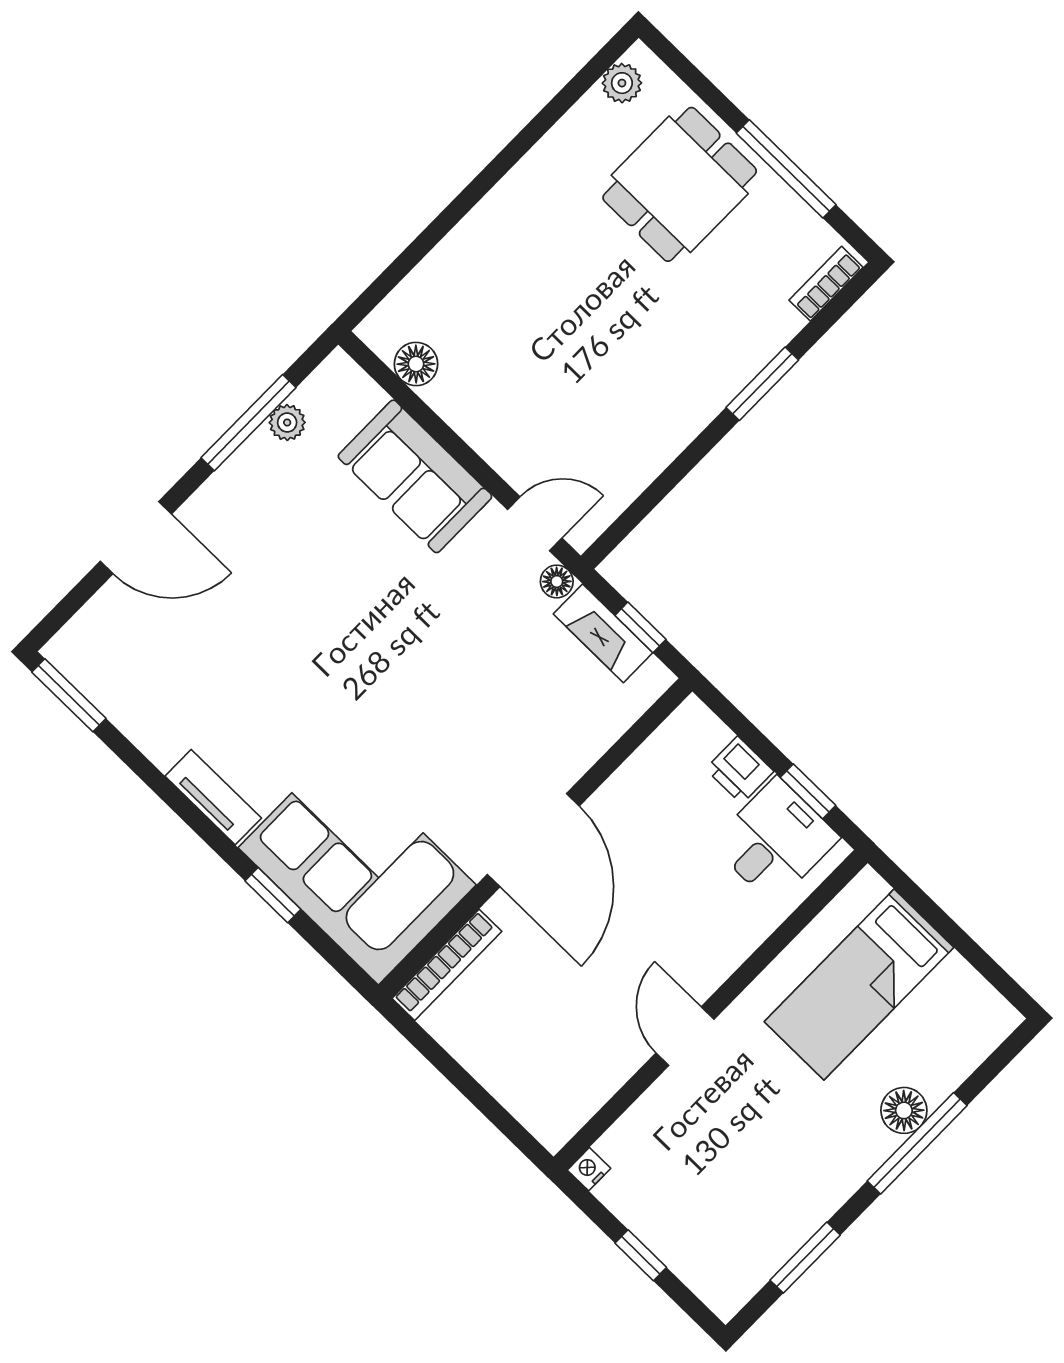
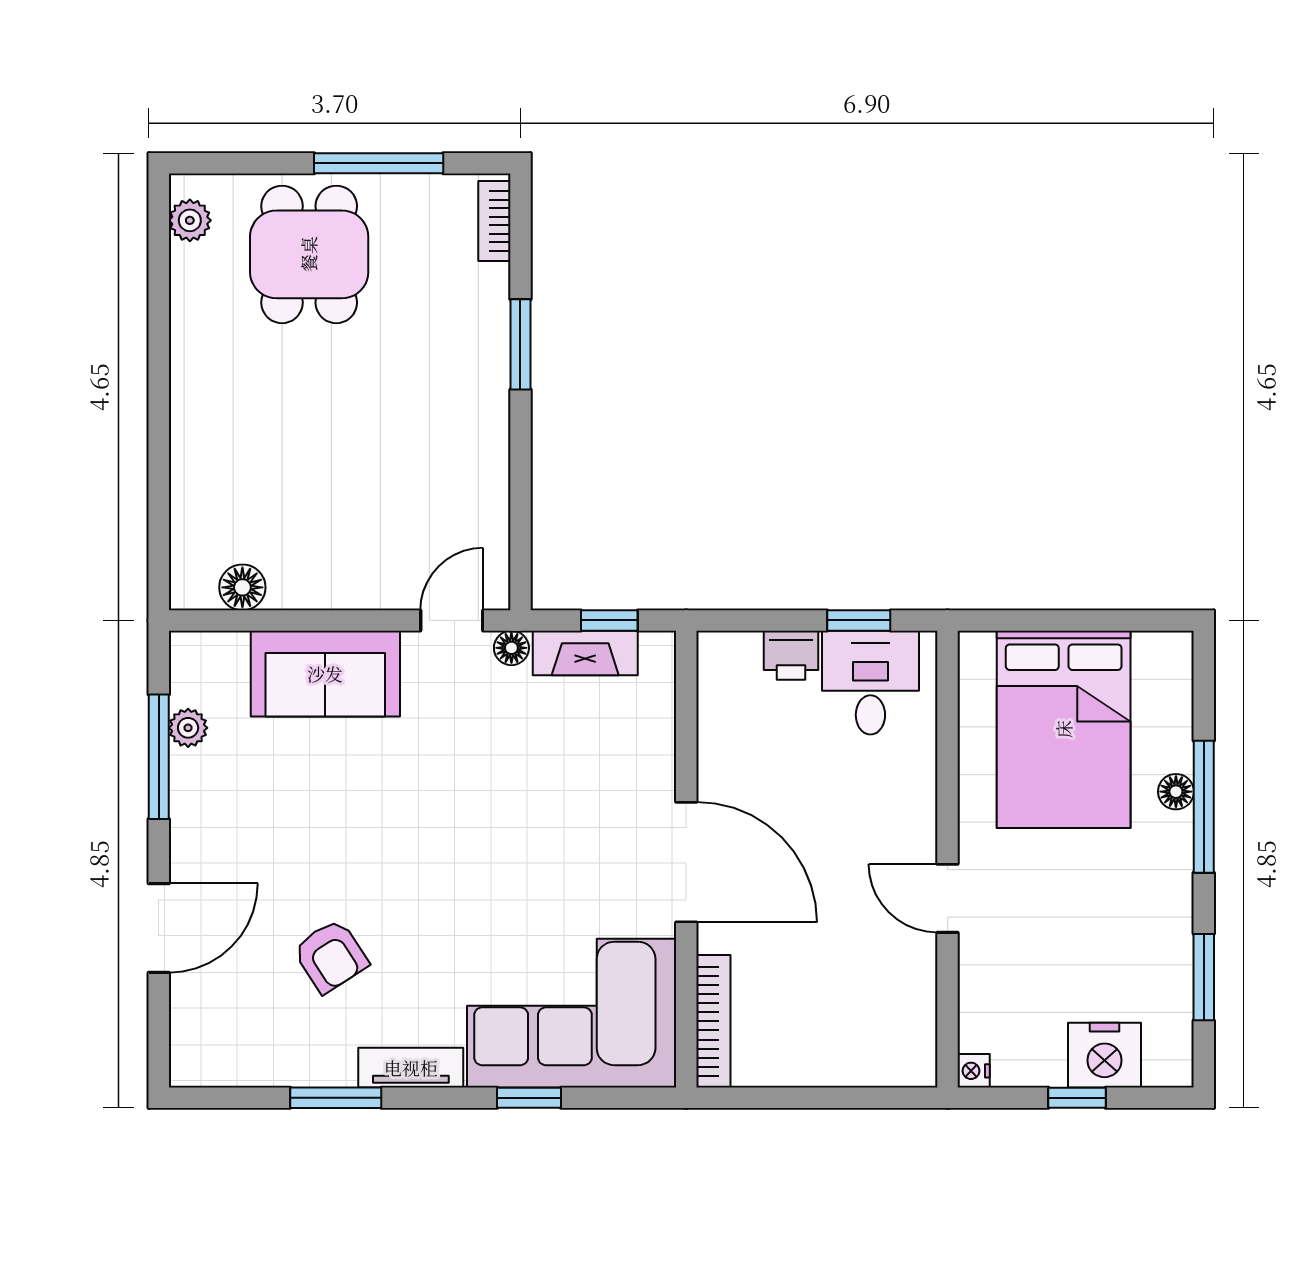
armchair: (233, 670) -> (331, 956), added
window: (69, 695) -> (336, 1098), moved
bed: (859, 985) -> (1064, 729), width x1.50
floor lamp: (904, 1110) -> (1176, 792), width x0.73, depth x0.73
nightstand: (687, 1245) -> (1105, 1055), added

